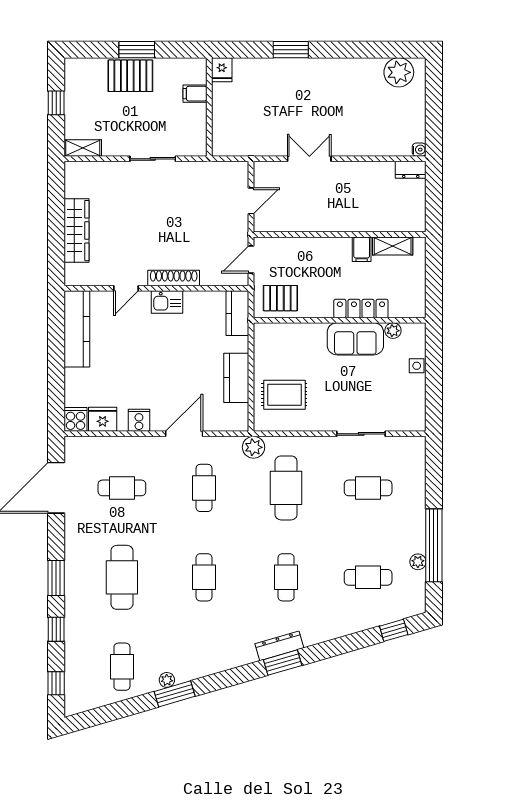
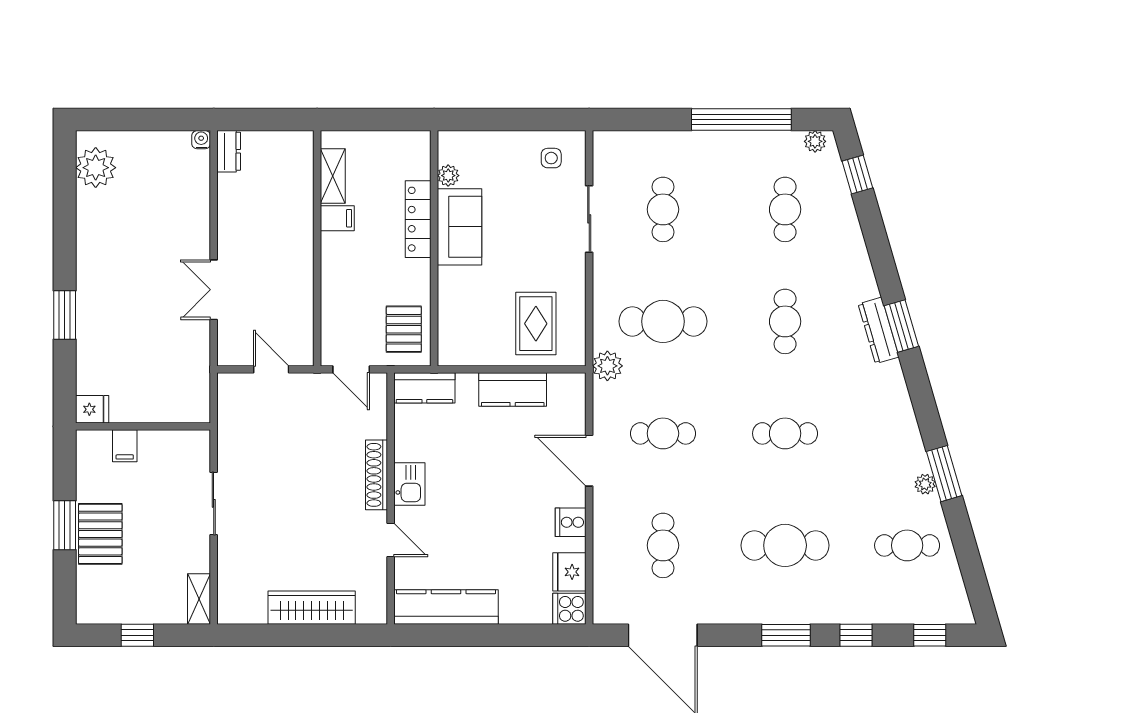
side table: (417, 366) -> (551, 158), moved
plant: (418, 562) -> (815, 141), moved
cafe table: (286, 577) -> (785, 321), turned 90

